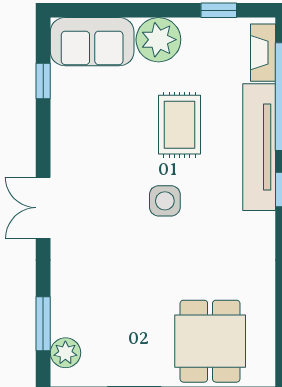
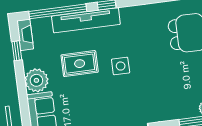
fireplace: (263, 53) -> (25, 35), moved, turned -90

